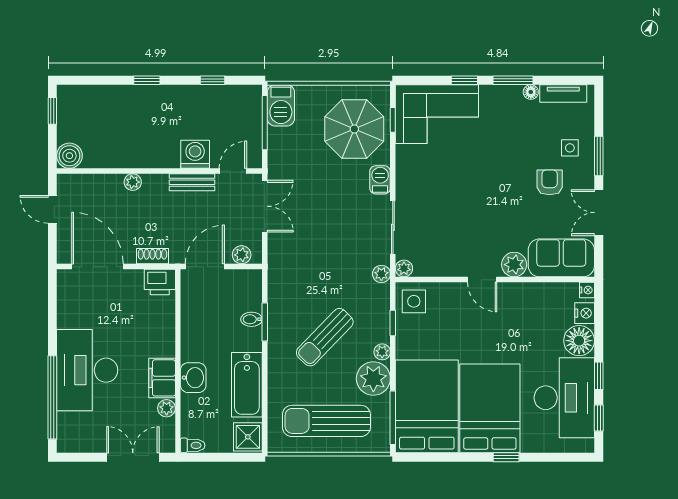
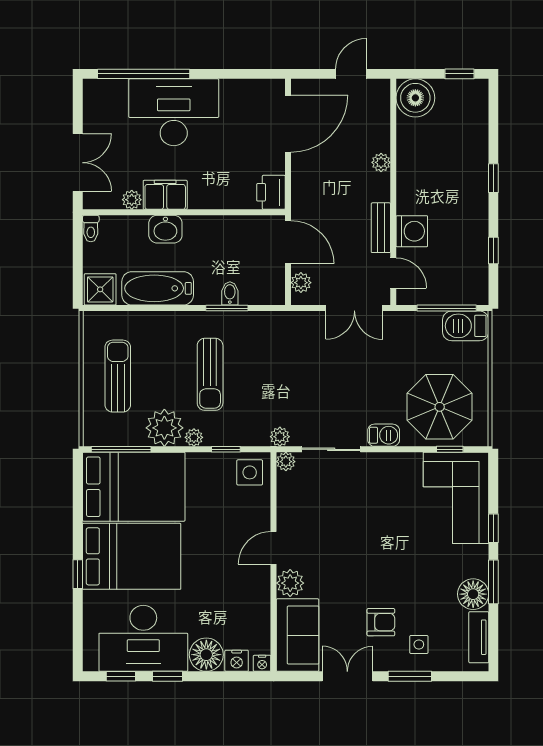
floor lamp: (531, 92) -> (473, 594), width x1.89, depth x1.89
boiler: (69, 156) -> (415, 98), width x1.37, depth x1.37
shoe rack: (152, 256) -> (299, 184), removed
sun lounger: (325, 337) -> (210, 374), turned -134
sun lounger: (326, 421) -> (118, 376), width x0.73, depth x0.75

